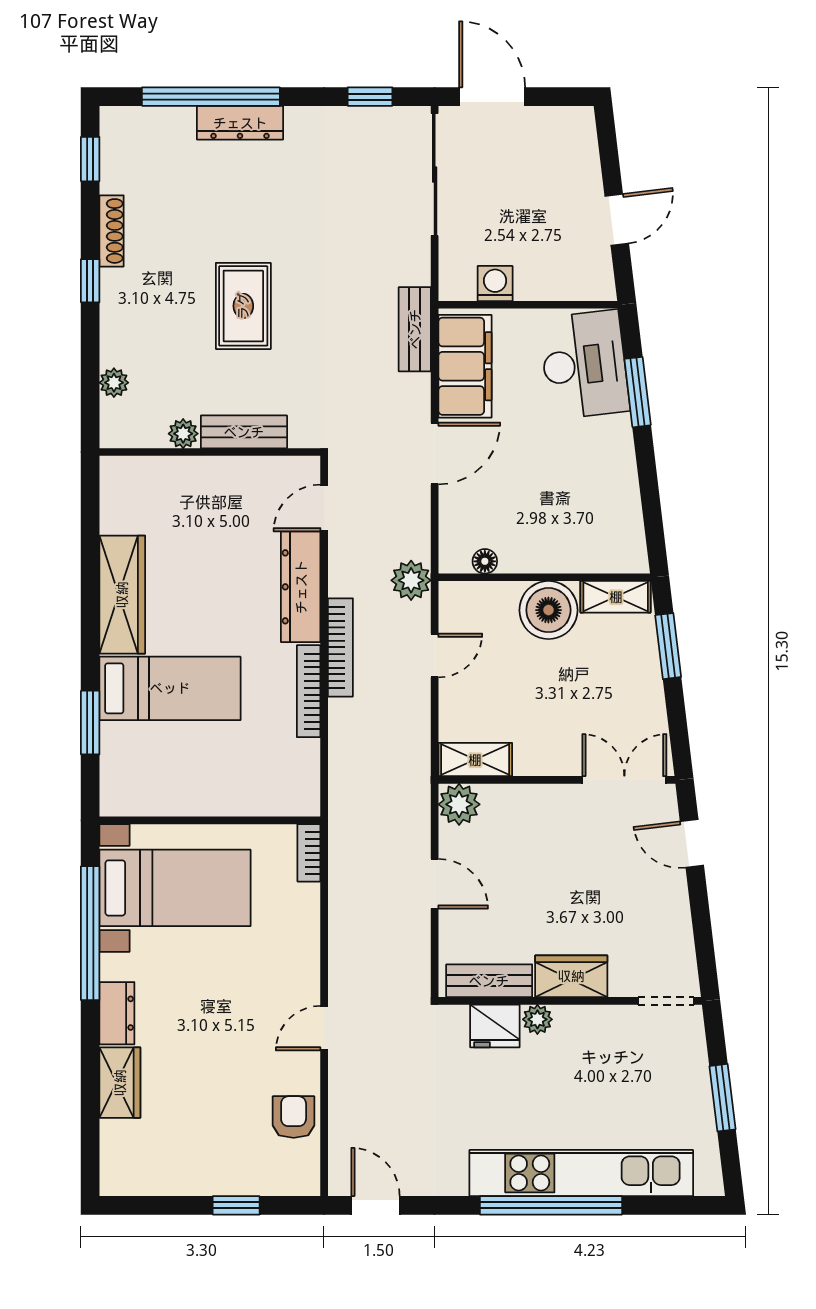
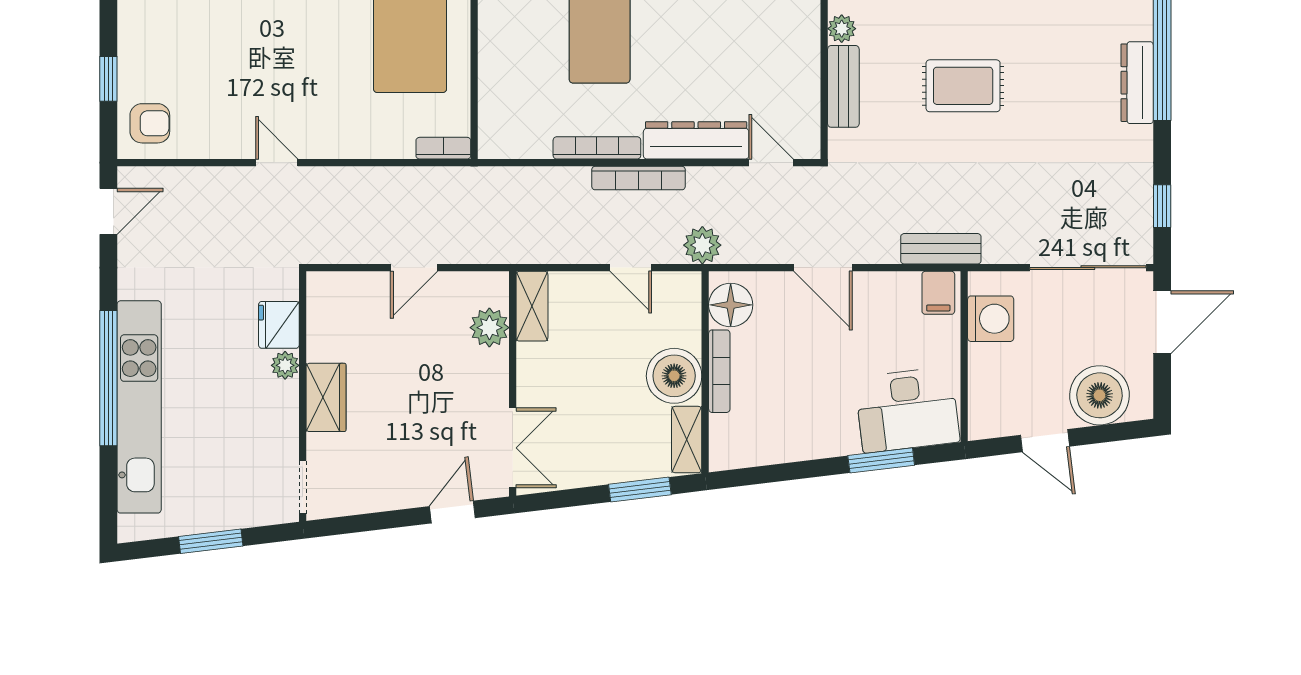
boiler: (569, 162) -> (1100, 395), added
washing machine: (495, 284) -> (991, 319), width x1.38, depth x1.38
filing cabinet: (465, 366) -> (938, 293), width x0.33, depth x0.86
floor lamp: (485, 561) -> (731, 305), width x1.89, depth x1.89
bookcase: (544, 562) -> (719, 371), added
plant: (459, 804) -> (489, 328), moved
bench: (489, 981) -> (322, 319), removed
armchair: (294, 1117) -> (150, 123), moved

